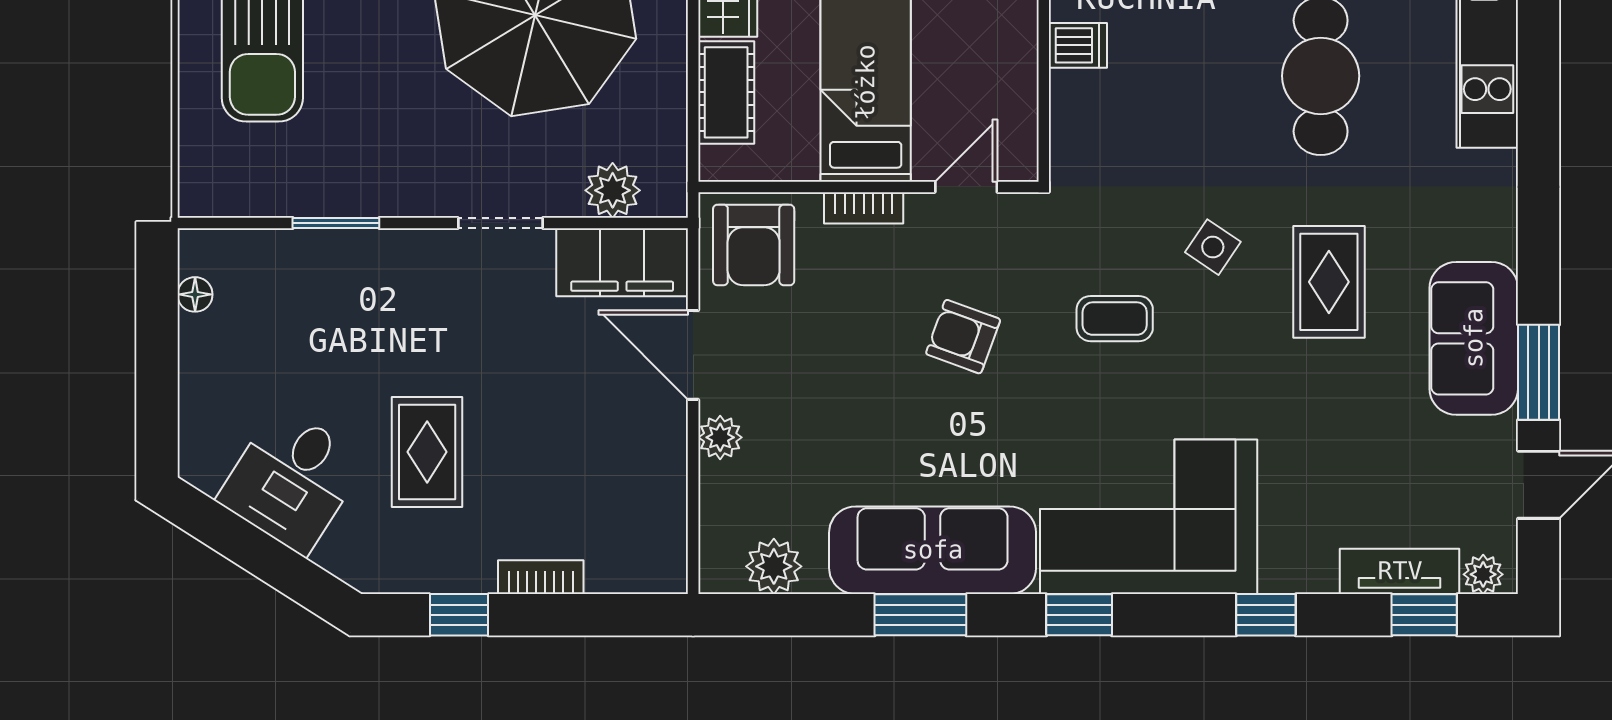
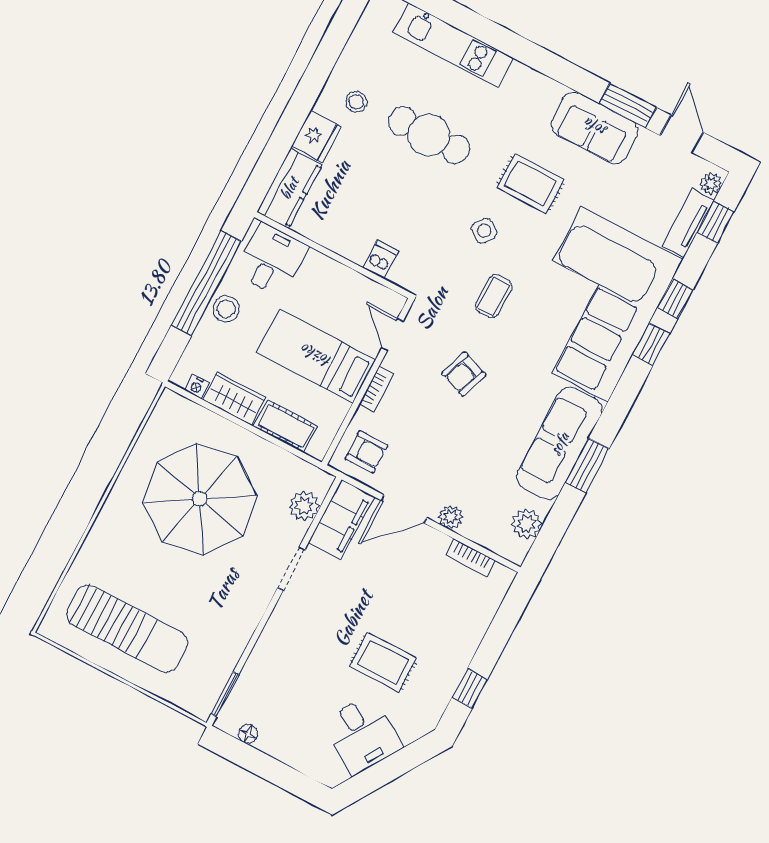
dishwasher: (1078, 45) -> (381, 259), moved
window: (336, 223) -> (225, 694), moved
armchair: (754, 245) -> (366, 452), width x0.72, depth x0.72
corner sofa: (1149, 517) -> (595, 304), width x1.36, depth x1.36
bookcase: (541, 577) -> (470, 558), moved, turned -90
window: (1079, 615) -> (651, 344), moved

